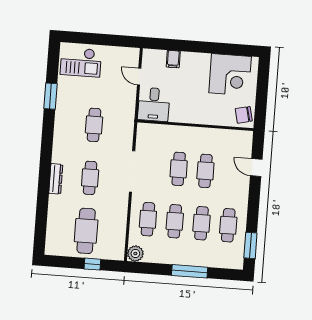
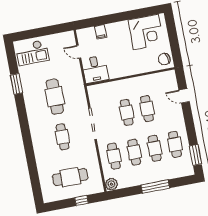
cafe table: (94, 125) -> (55, 97), width x1.37, depth x1.35
dresser: (56, 179) -> (37, 144), removed
cafe table: (86, 231) -> (70, 177), turned 90

